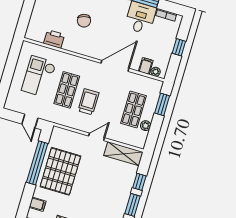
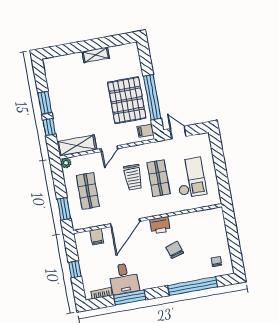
printer: (54, 39) -> (160, 225), moved
plant: (156, 72) -> (85, 236), removed
plant: (146, 126) -> (66, 163), moved
filing cabinet: (38, 204) -> (146, 131), moved

